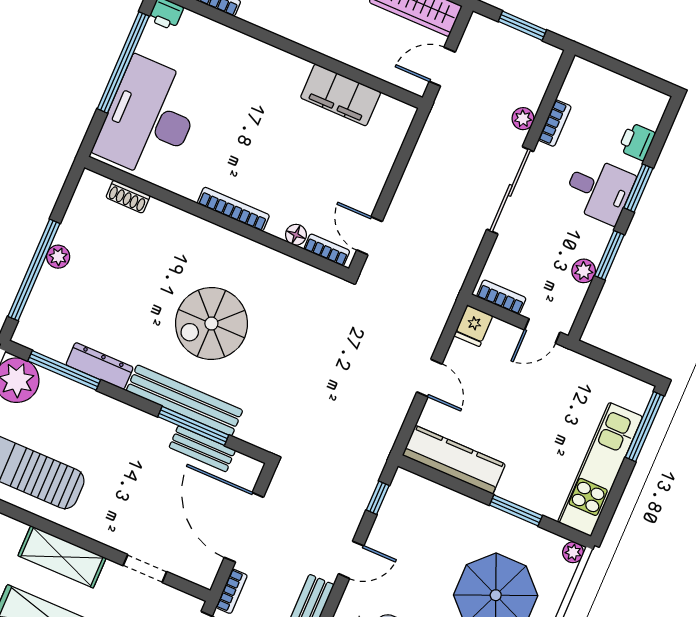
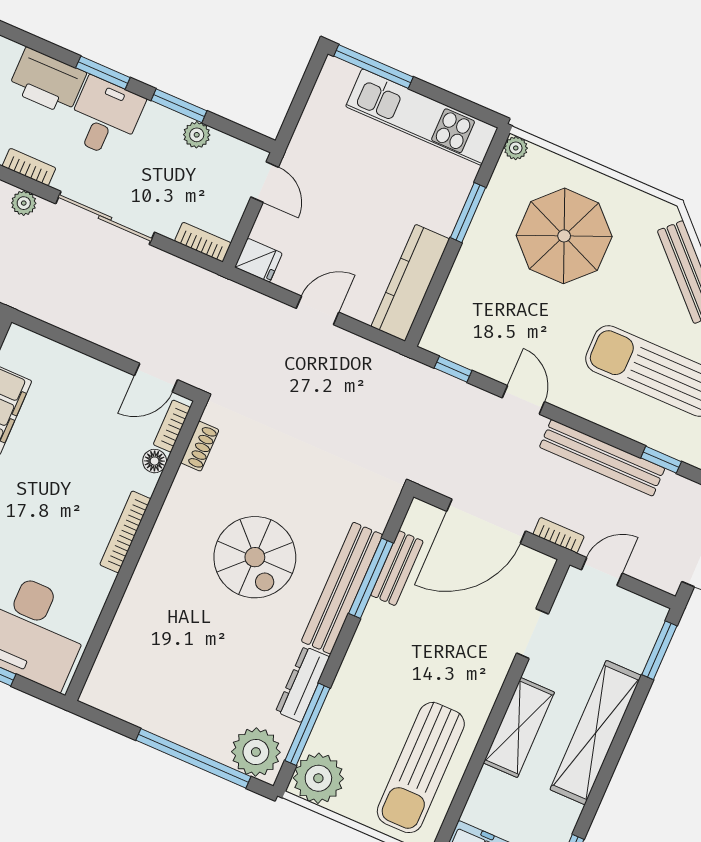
printer: (637, 142) -> (47, 81), width x1.87, depth x1.48
shoe rack: (128, 197) -> (200, 446), moved
plant: (58, 257) -> (256, 752), moved, width x1.88, depth x1.88
bookcase: (501, 297) -> (203, 242), moved, turned 90

